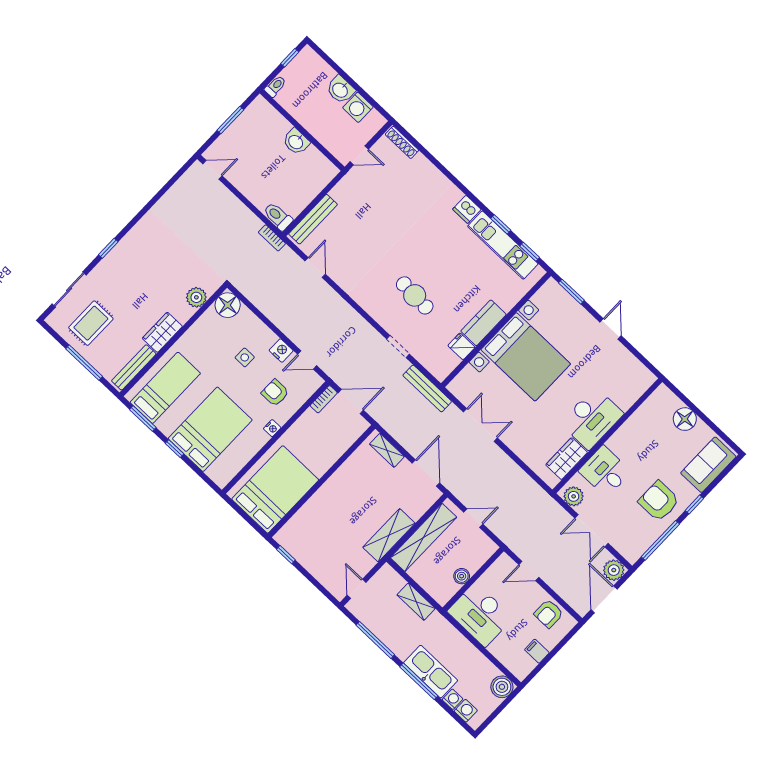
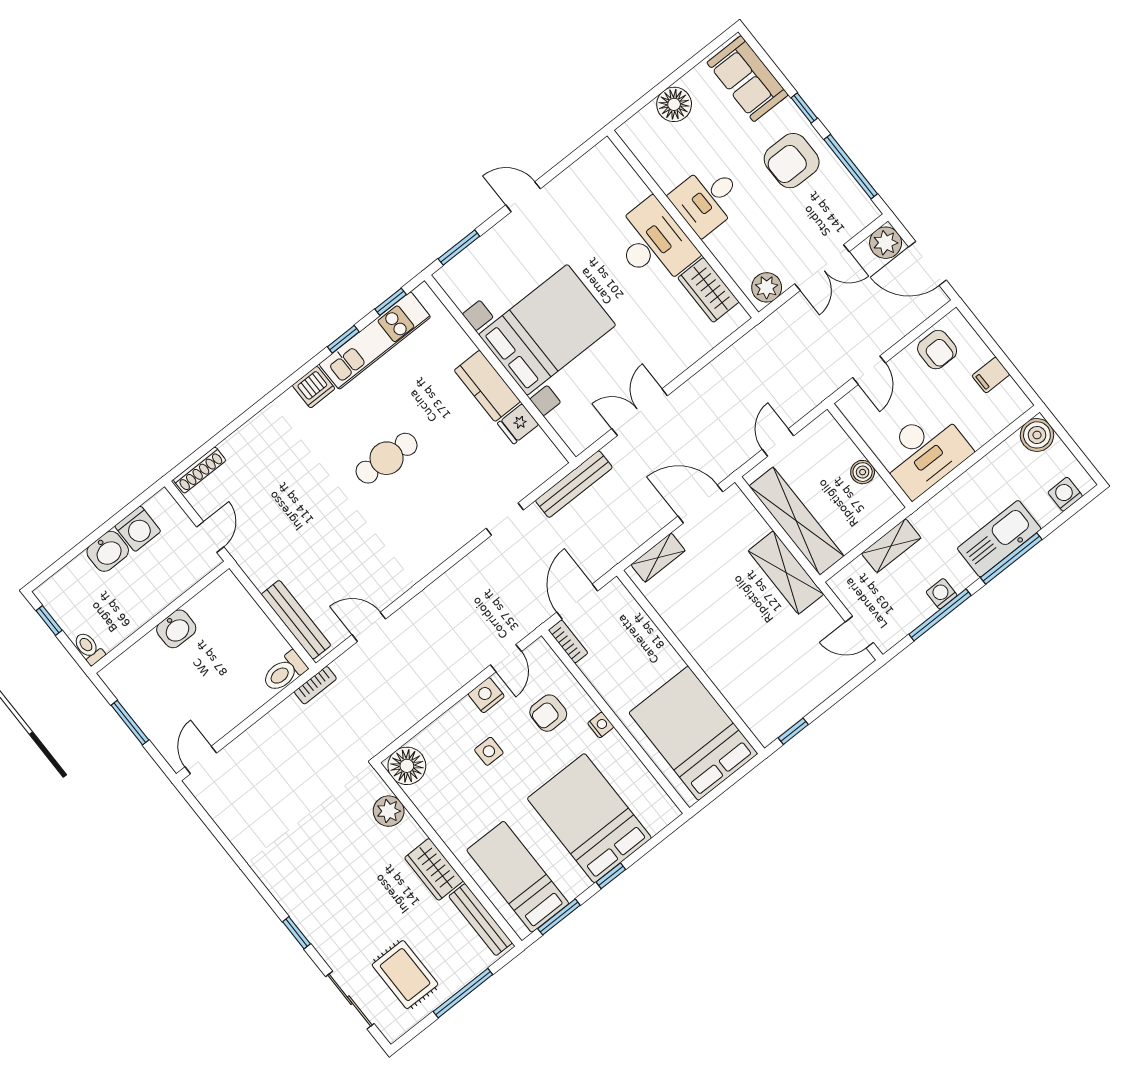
cafe table: (415, 295) -> (387, 458), moved
desk: (605, 471) -> (707, 199), moved
washing machine: (453, 699) -> (942, 594), moved

